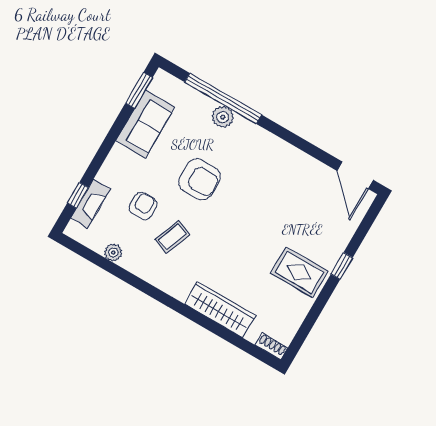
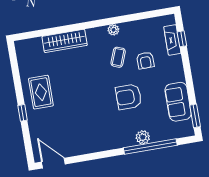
plant: (113, 253) -> (113, 30), moved
rug: (299, 272) -> (41, 92), turned 90
shoe rack: (272, 346) -> (24, 44), removed

